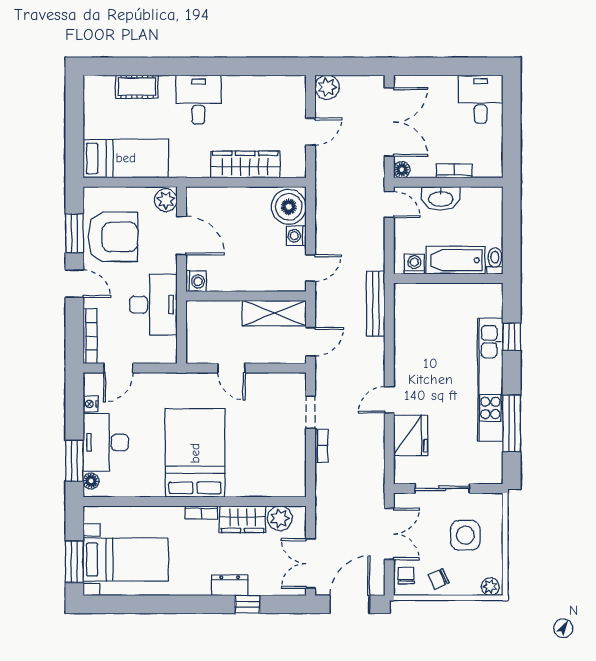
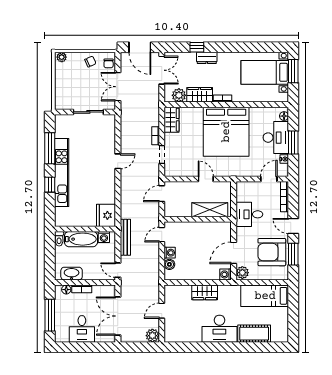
cot: (137, 87) -> (254, 334), width x1.37, depth x1.34
desk: (198, 99) -> (219, 329), width x1.37
desk: (481, 99) -> (82, 329), moved
window: (512, 124) -> (50, 315), added
wardrobe: (245, 164) -> (205, 292), width x0.67
floor lamp: (402, 170) -> (66, 290), moved
washbasin: (441, 198) -> (72, 274), moved
boiler: (289, 207) -> (169, 264), width x0.54, depth x0.54
door: (181, 236) -> (234, 253), hinge flipped
washing machine: (196, 281) -> (226, 274), moved
bench: (376, 304) -> (125, 237), moved
desk: (153, 305) -> (249, 214), width x0.73
shelving: (274, 313) -> (210, 210), moved
window: (512, 337) -> (50, 185), moved
fridge: (411, 435) -> (106, 215), moved
bed: (195, 453) -> (226, 132), width x1.36
window: (74, 461) -> (293, 142), moved
wardrobe: (293, 475) -> (171, 120), added
side table: (465, 535) -> (76, 86), removed
door: (350, 604) -> (140, 47), hinge flipped

